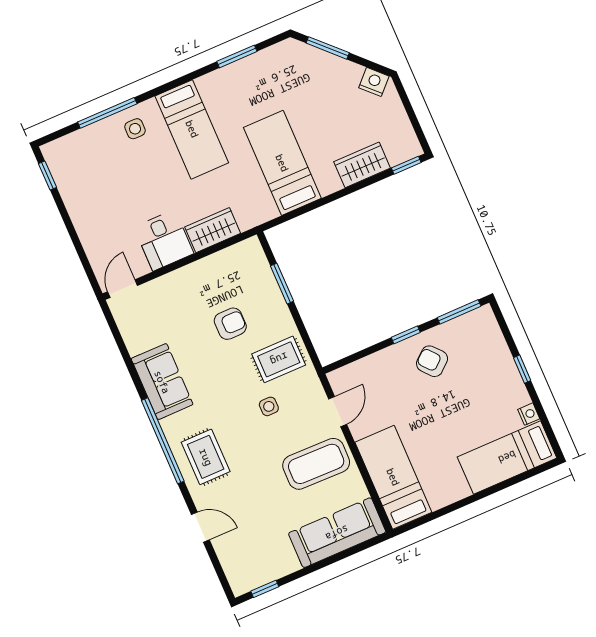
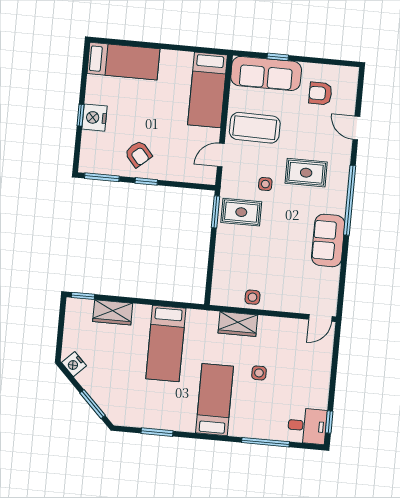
side table: (135, 129) -> (259, 373), moved
desk: (164, 240) -> (307, 426), moved, turned 90
side table: (213, 270) -> (252, 297), added
window: (282, 284) -> (216, 212), moved
armchair: (230, 324) -> (320, 93), moved
nightstand: (529, 414) -> (94, 118), moved, width x1.89, depth x1.79
rug: (206, 457) -> (306, 173), moved, turned 90
window: (265, 589) -> (278, 57), moved

